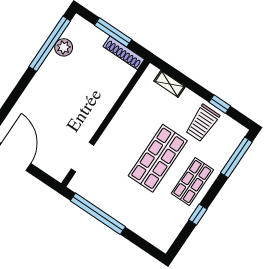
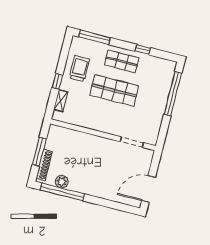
shoe rack: (124, 53) -> (44, 165), moved
window: (220, 104) -> (57, 81), moved
trolley: (202, 123) -> (79, 69), turned -90
window: (98, 214) -> (173, 94), moved

